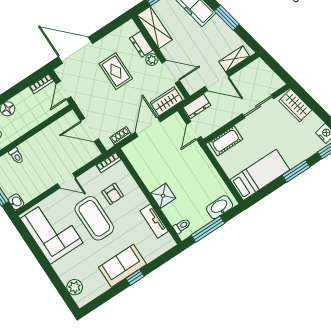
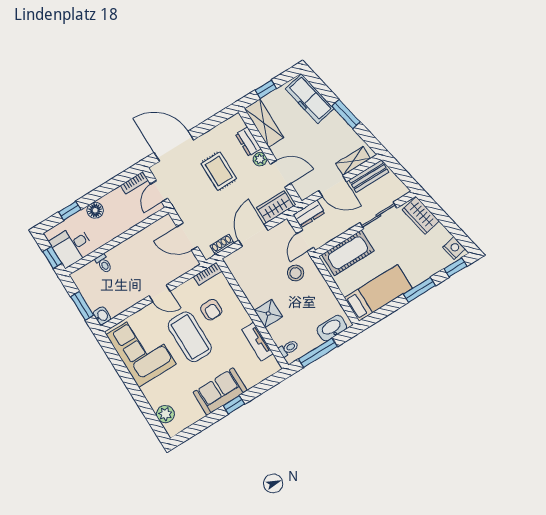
bench: (248, 72) -> (369, 176), added
cot: (226, 141) -> (348, 253), width x1.37, depth x1.34
stool: (186, 159) -> (296, 273), added

